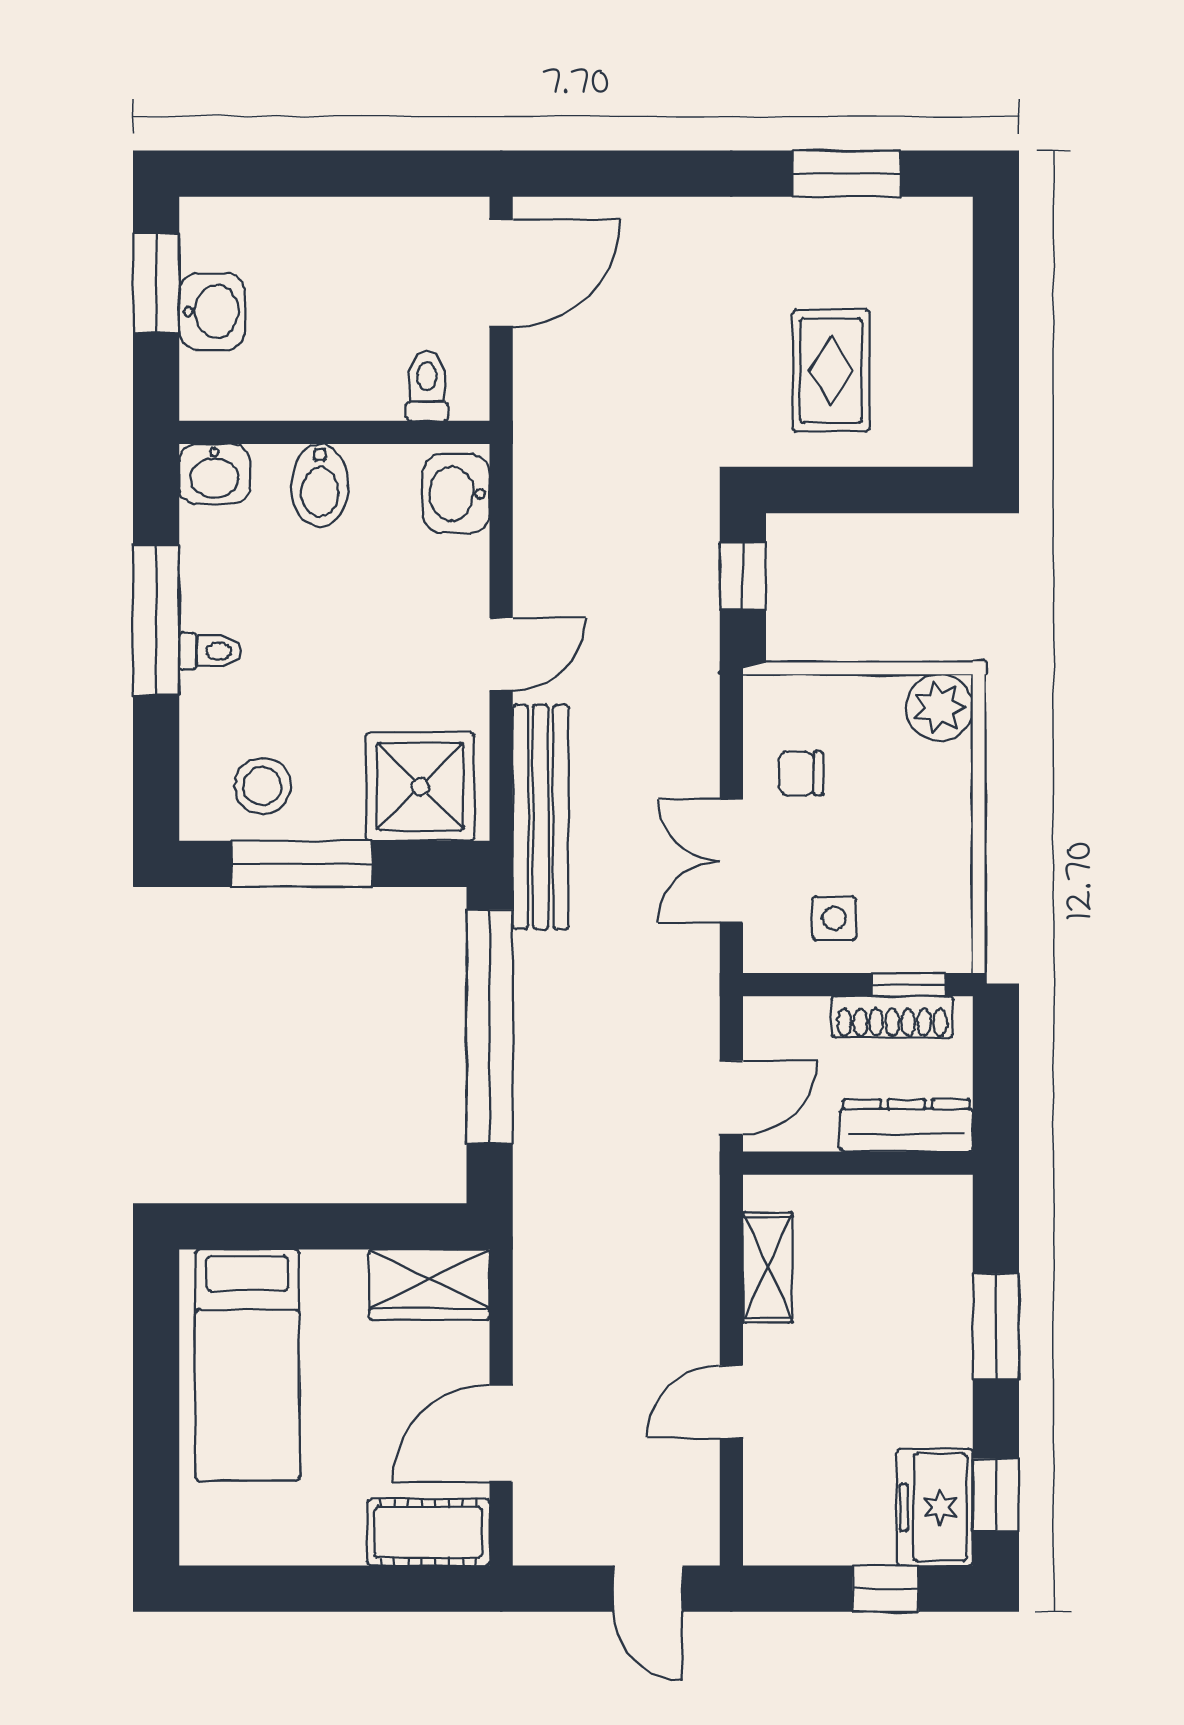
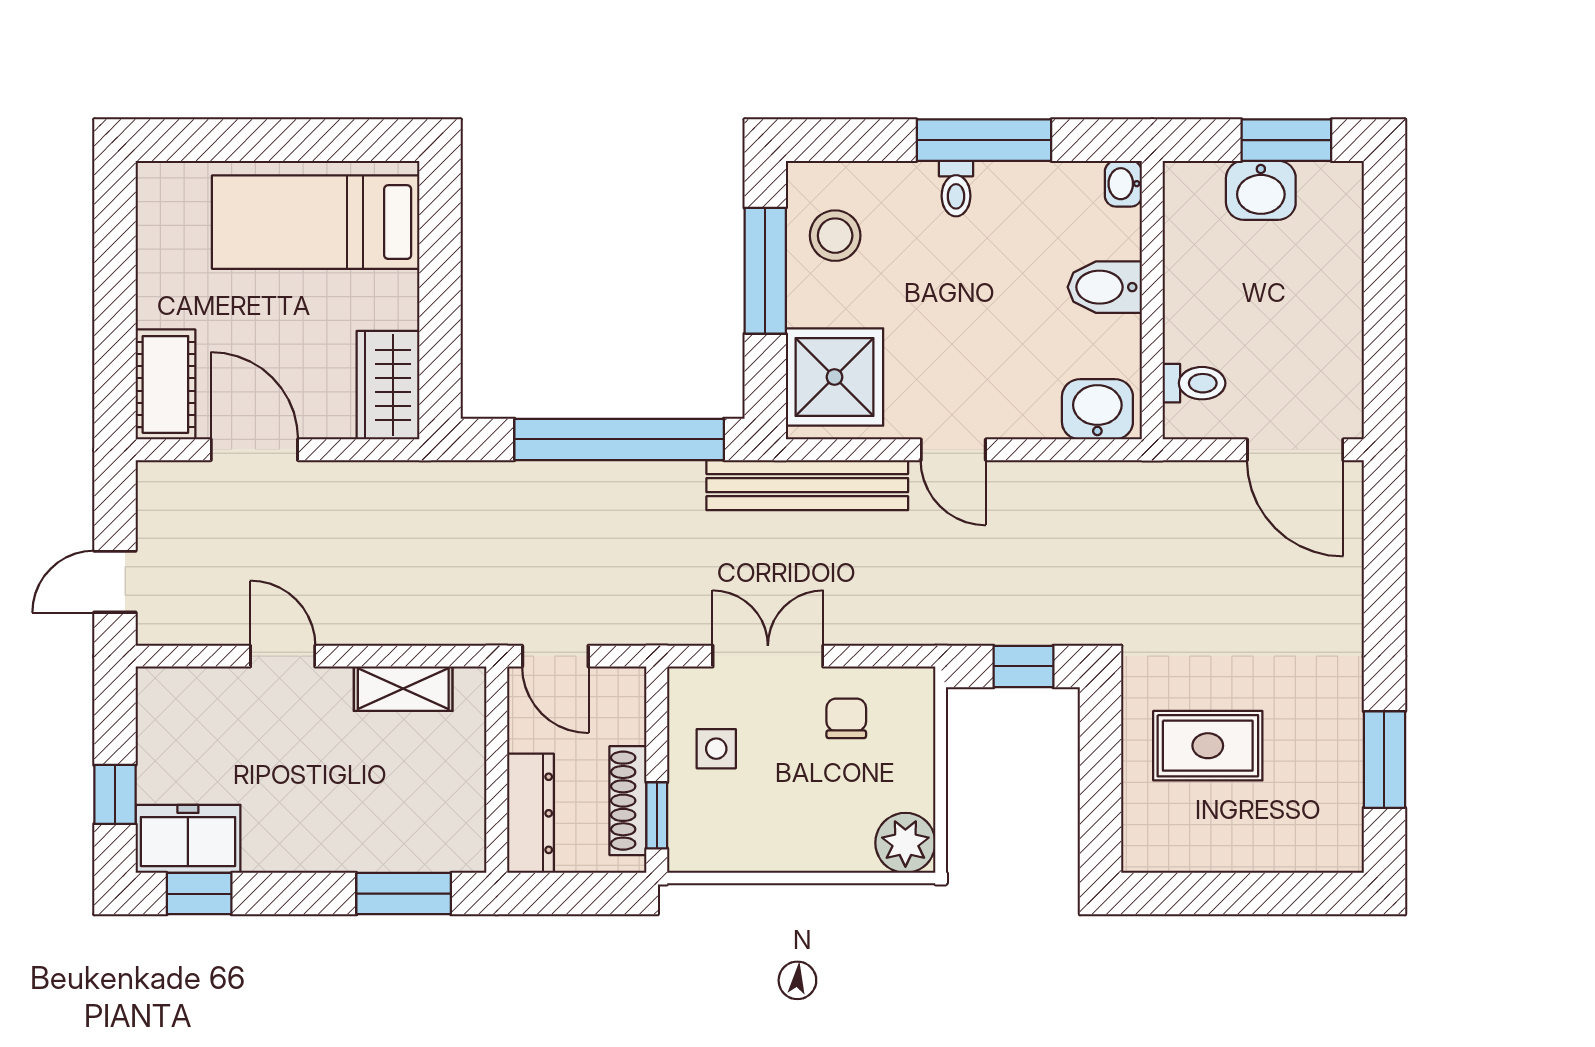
washbasin: (214, 474) -> (1123, 184), width x0.72, depth x0.69
window: (996, 1327) -> (404, 894), moved

